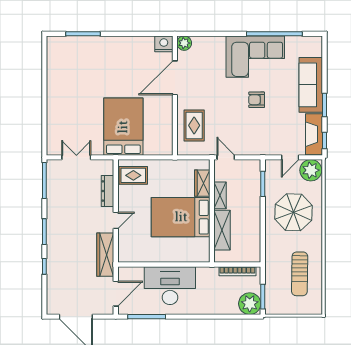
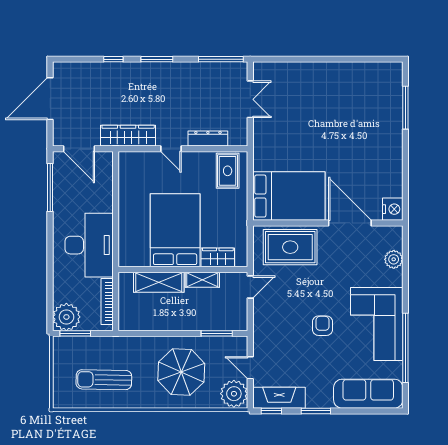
plant: (184, 43) -> (394, 259), moved
sofa: (311, 85) -> (368, 394), moved
rug: (194, 125) -> (290, 247), width x1.36, depth x1.43
bed: (123, 127) -> (289, 196), moved
desk: (170, 286) -> (89, 245), moved

